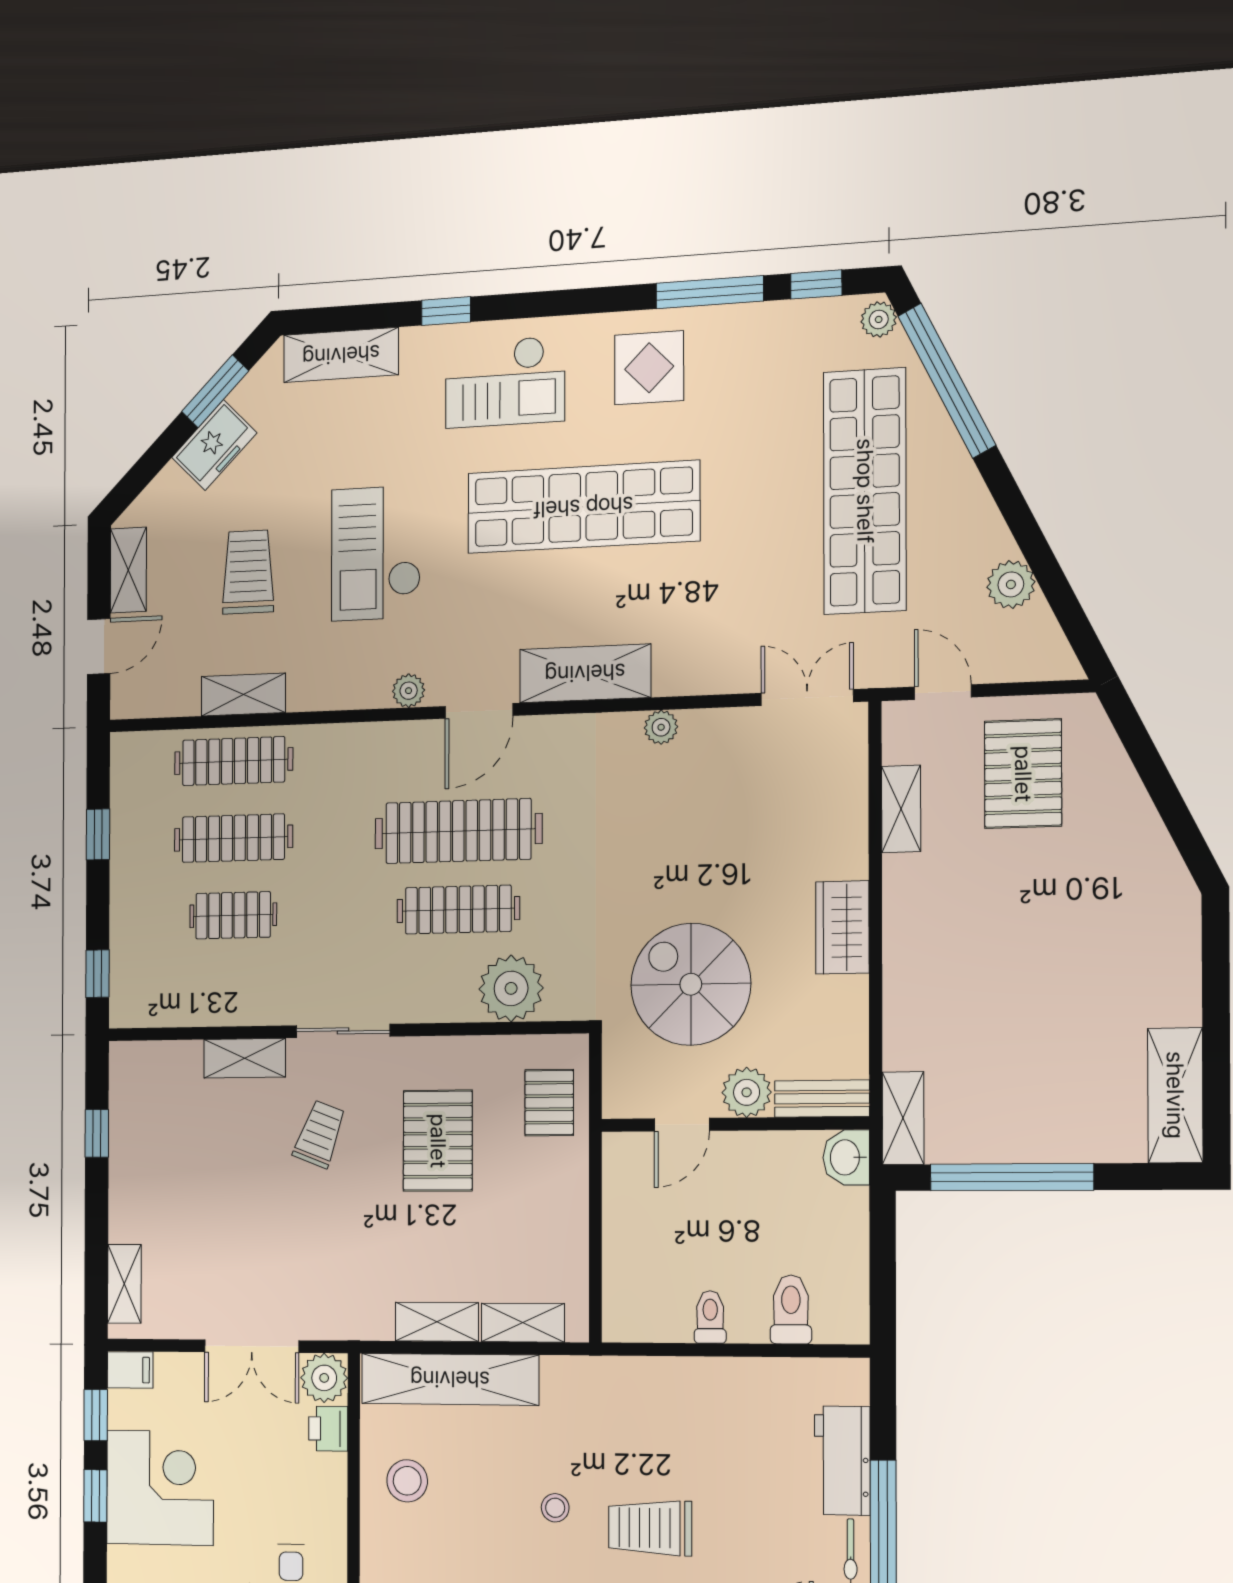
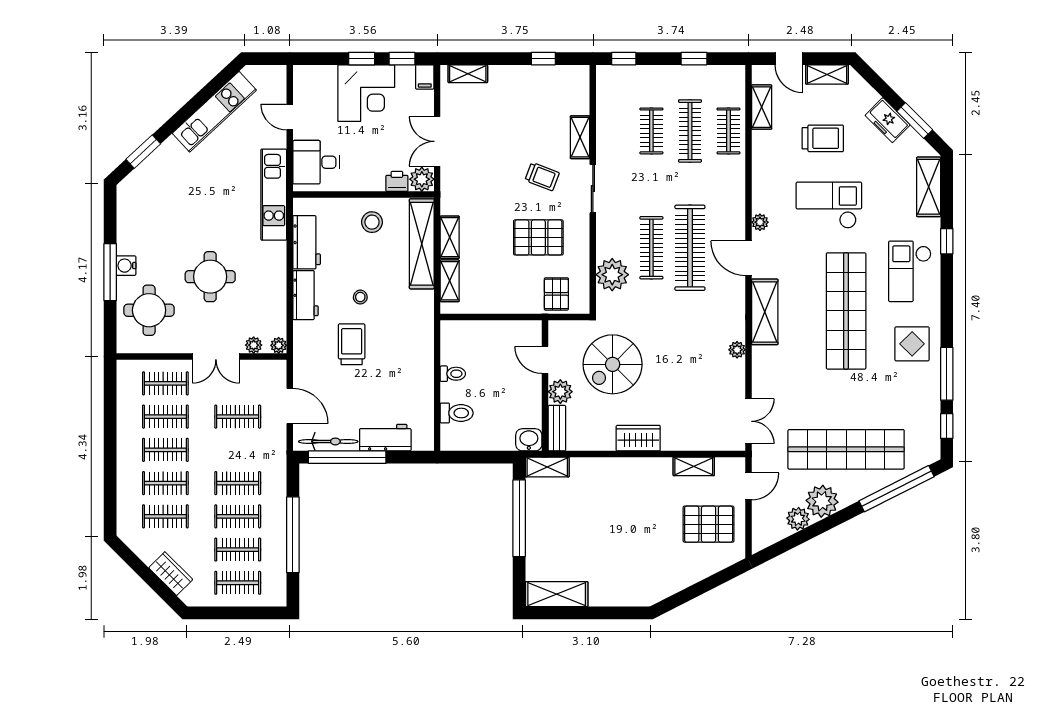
plant: (879, 319) -> (822, 501), moved, width x1.88, depth x1.88
shelving: (243, 695) -> (762, 107), moved
clothes rail: (234, 761) -> (728, 131), width x0.73
spiral stairs: (691, 984) -> (613, 364), turned 180
pallet: (549, 1103) -> (556, 294), turned 90

